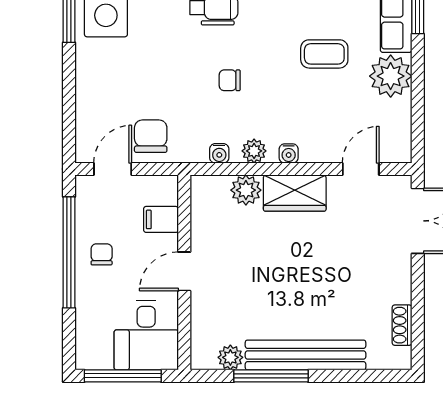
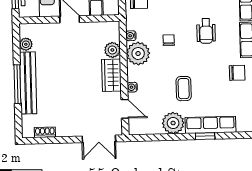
plant: (254, 151) -> (138, 53), width x1.88, depth x1.88
water cooler: (289, 153) -> (132, 87), moved
window: (271, 376) -> (17, 84), moved

